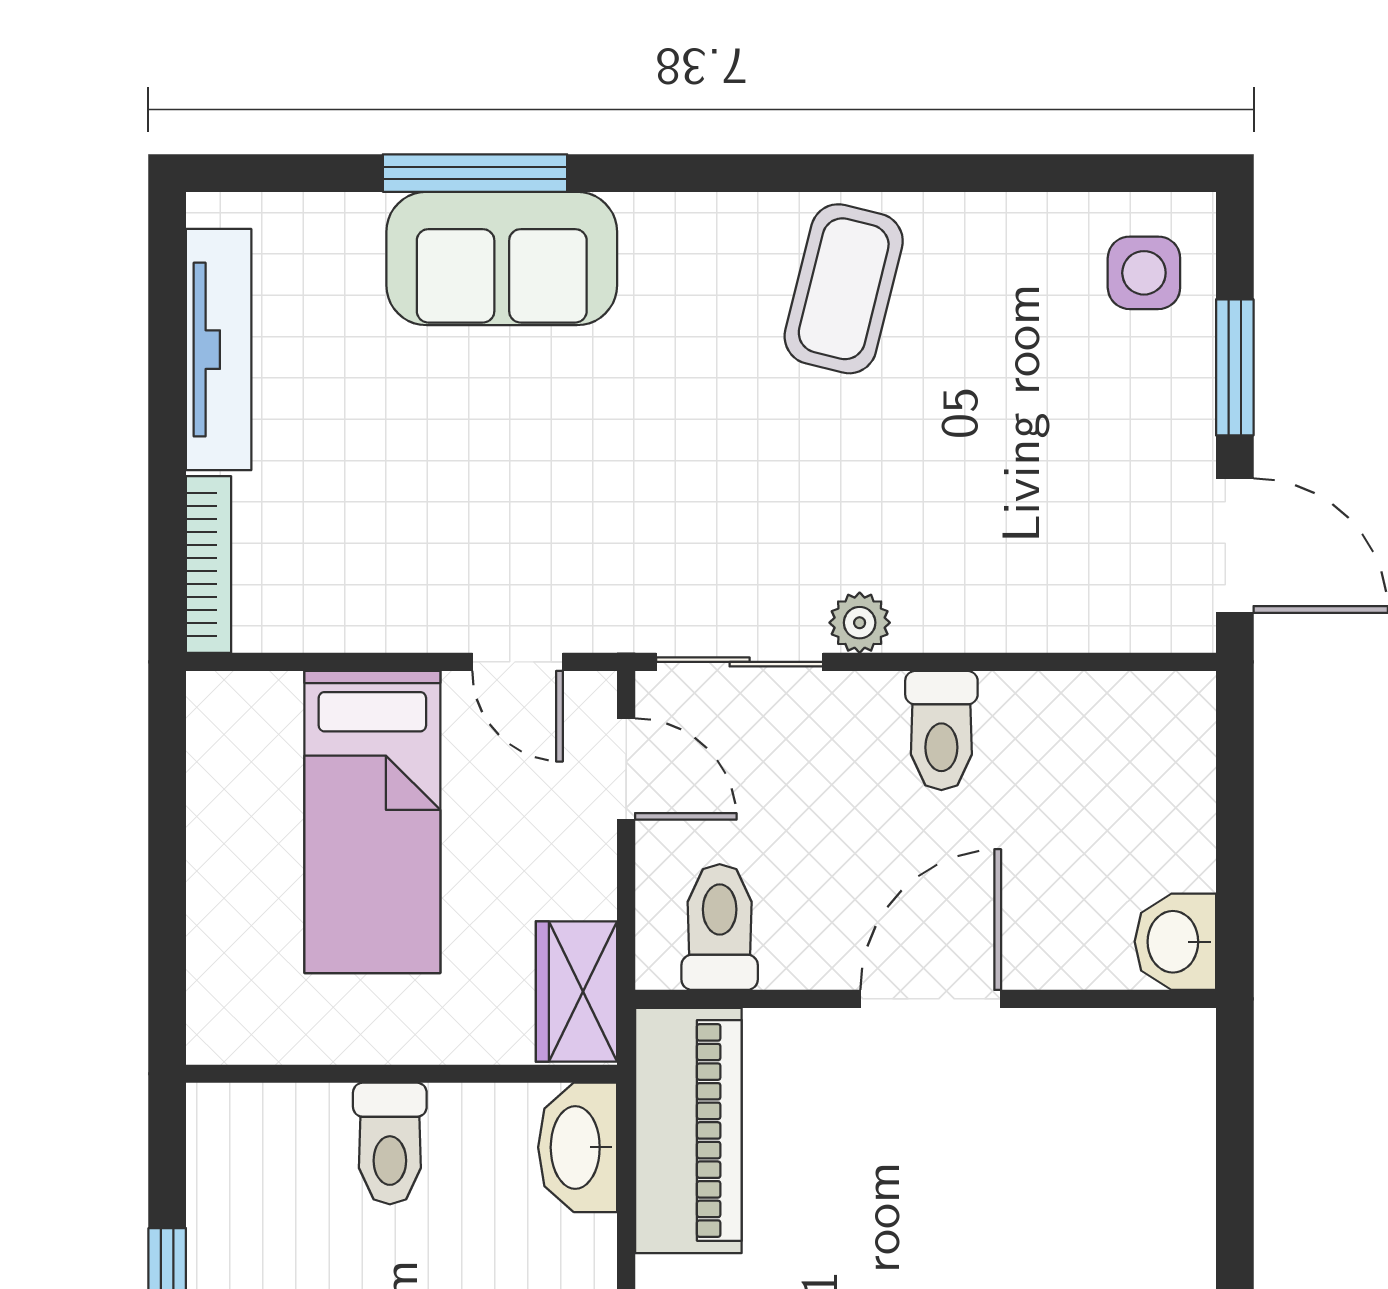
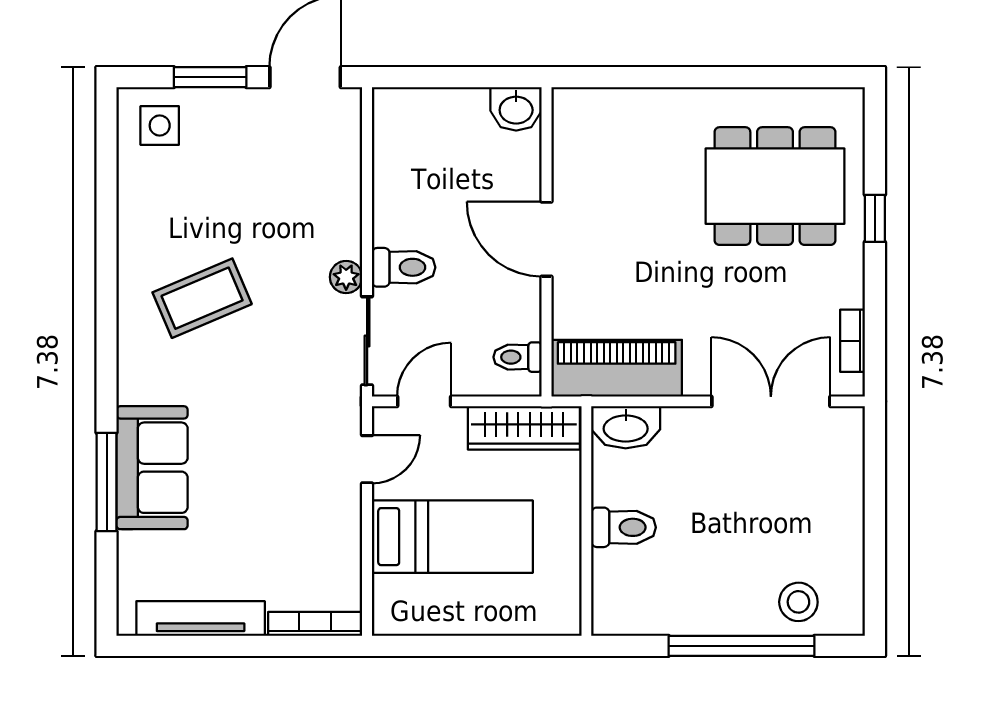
coffee table: (844, 289) -> (202, 298), moved, turned -37
toilet: (941, 731) -> (404, 267), moved
toilet: (720, 927) -> (518, 357), width x0.73, depth x0.72
wardrobe: (576, 992) -> (524, 428), width x1.50

